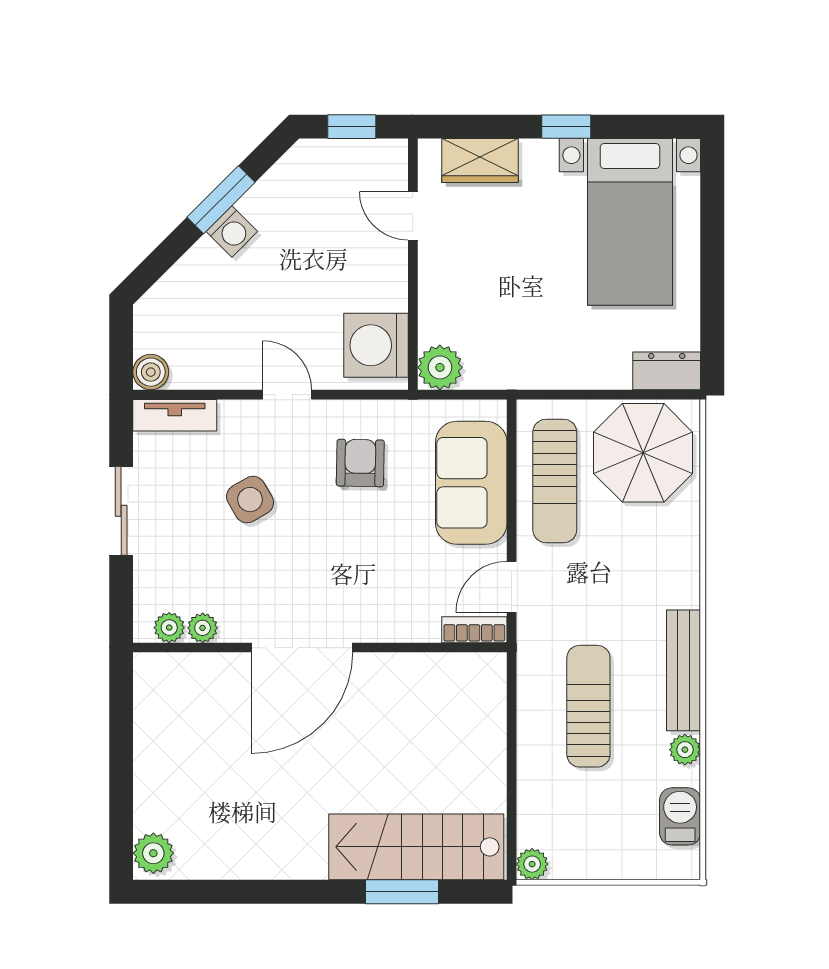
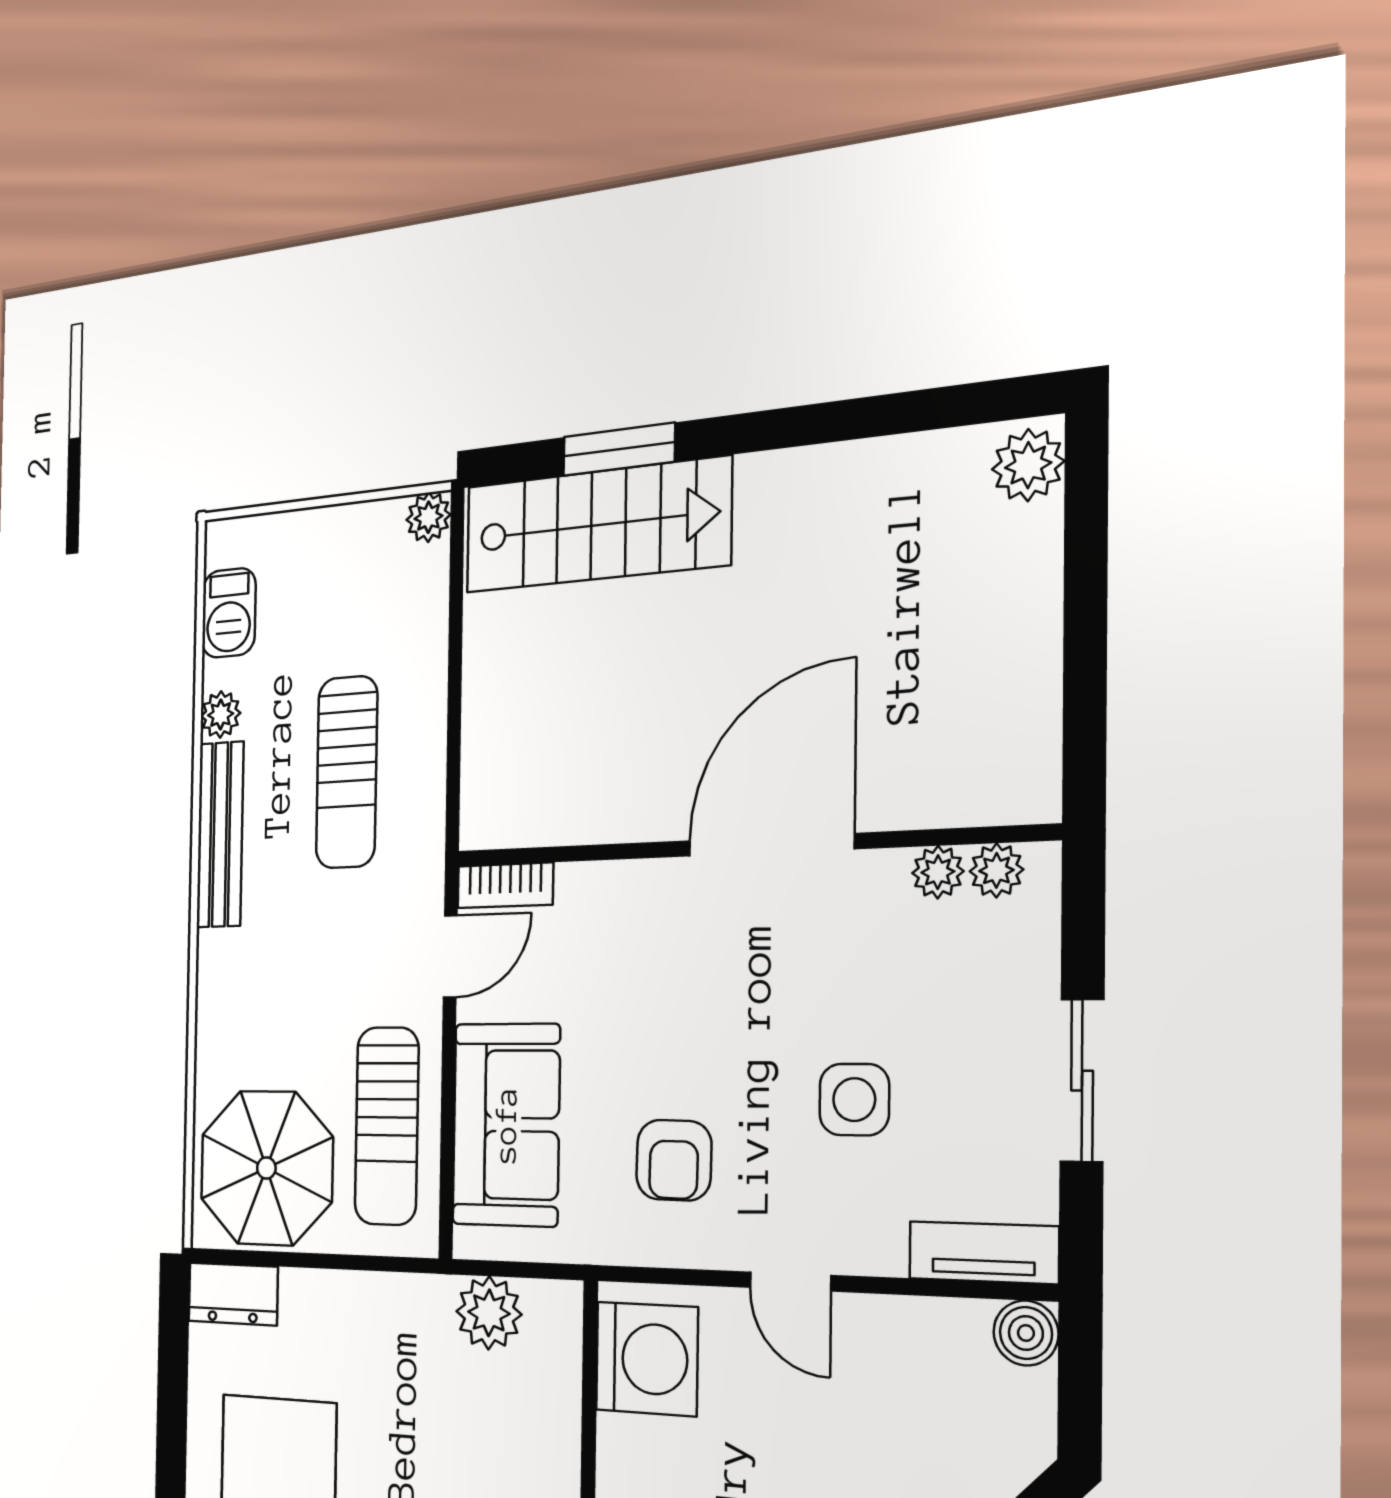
plant: (440, 367) -> (489, 1313), moved
sun lounger: (555, 481) -> (387, 1126), turned 180
side table: (250, 500) -> (854, 1100), turned 30

